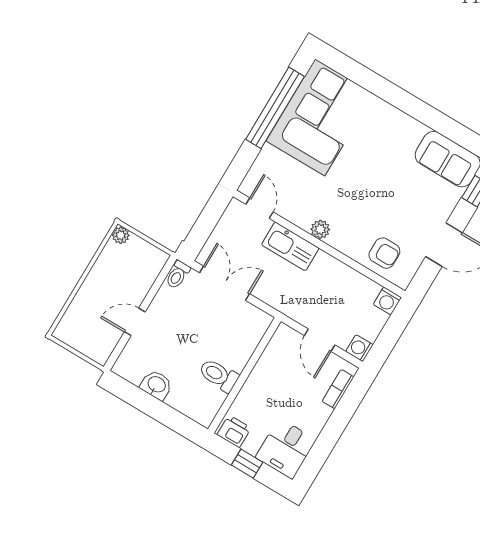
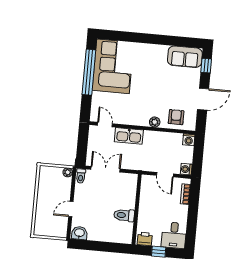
plant: (320, 229) -> (155, 122), moved
plant: (121, 235) -> (68, 172), moved
armchair: (384, 253) -> (176, 117), turned -90
washbasin: (156, 385) -> (79, 233), moved

